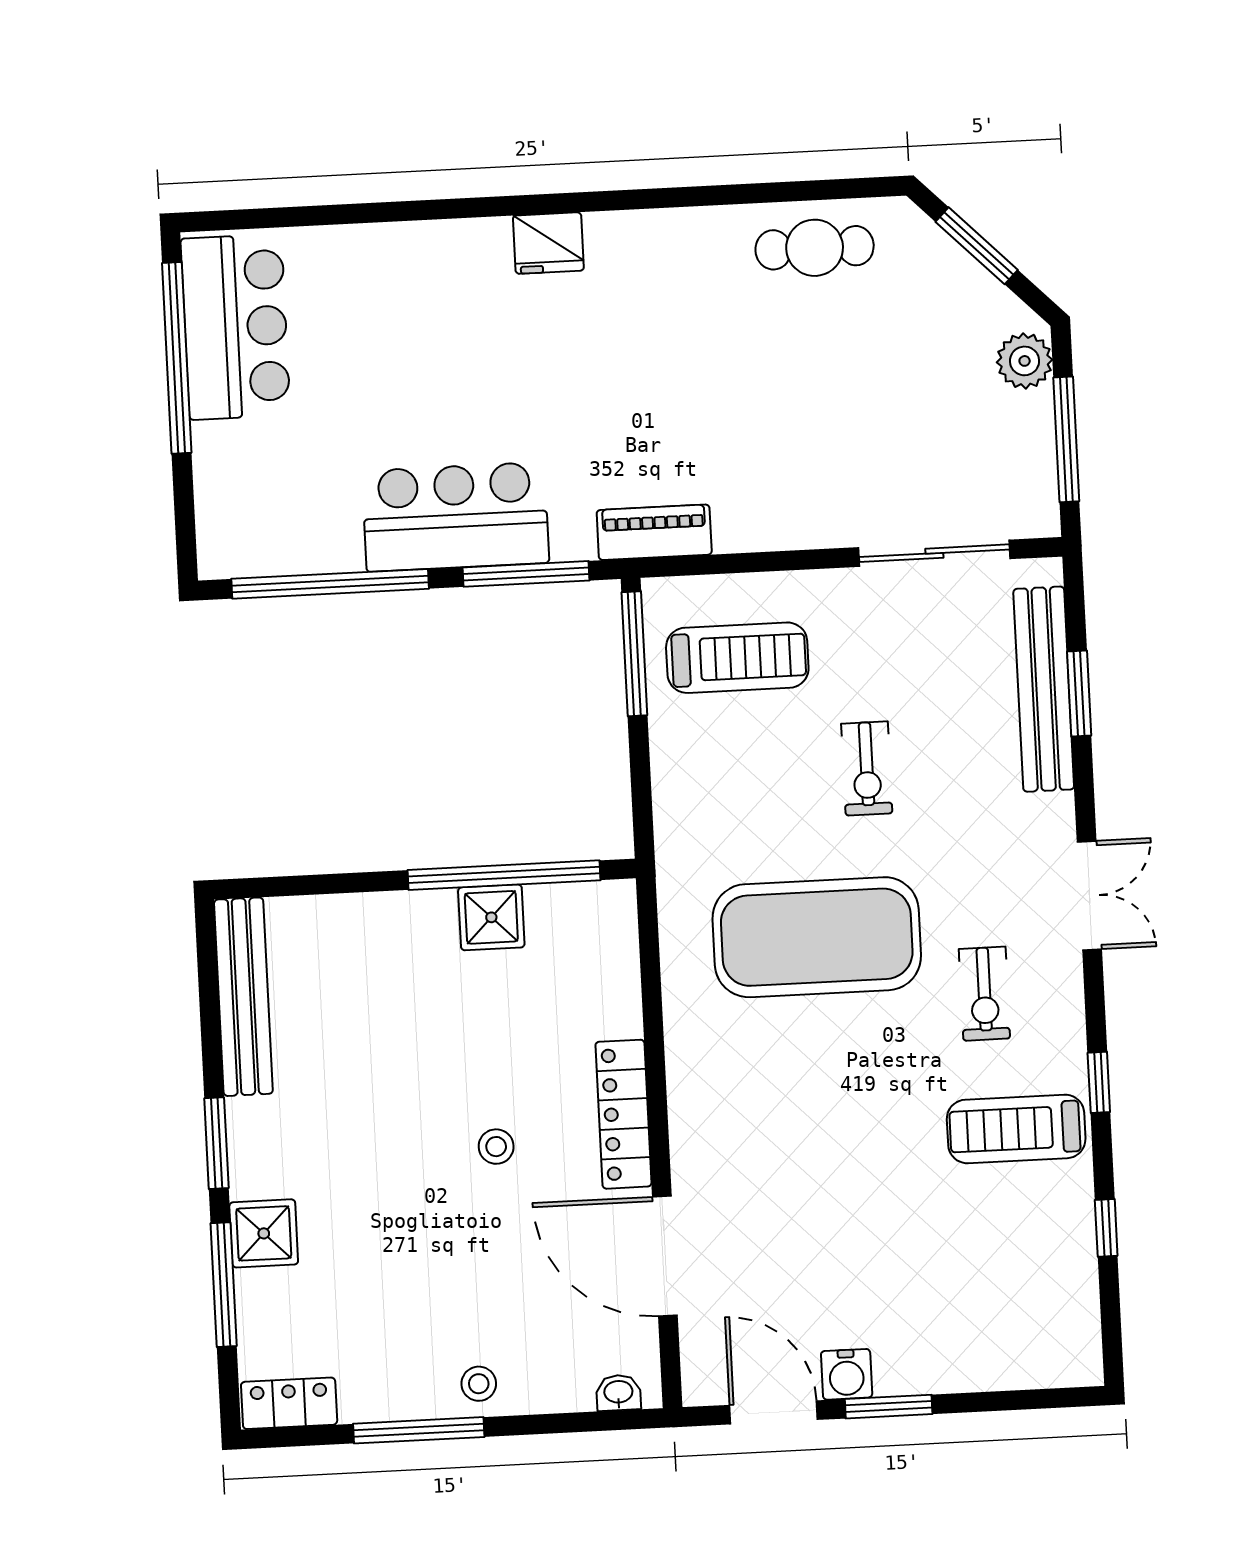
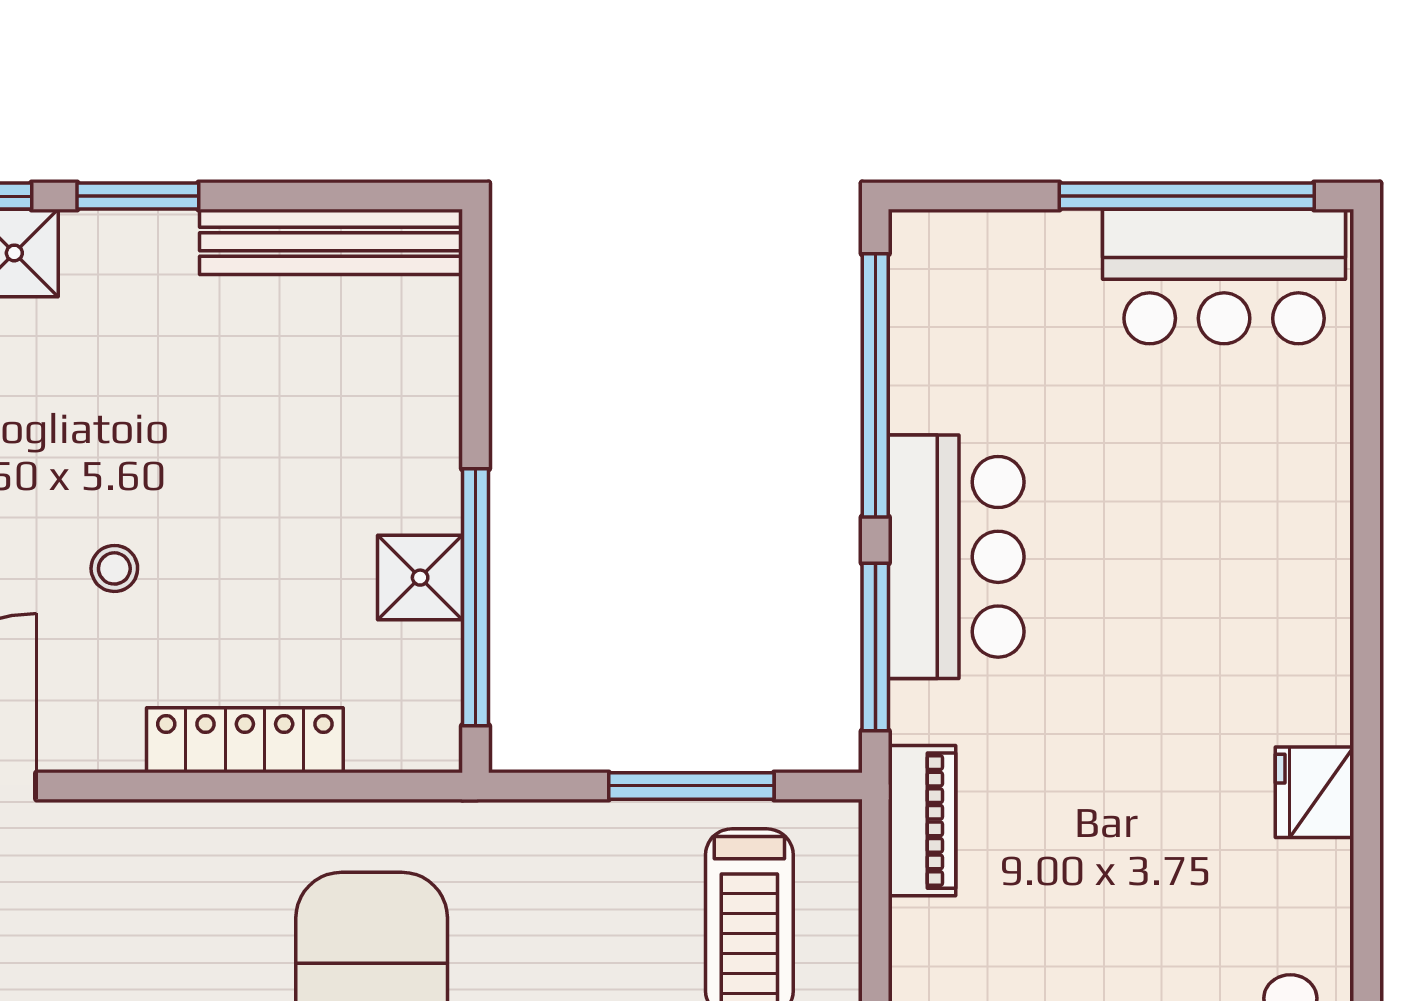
fridge: (548, 243) -> (1315, 792), moved
window: (634, 654) -> (691, 786), moved
locker: (623, 1114) -> (245, 740), moved

